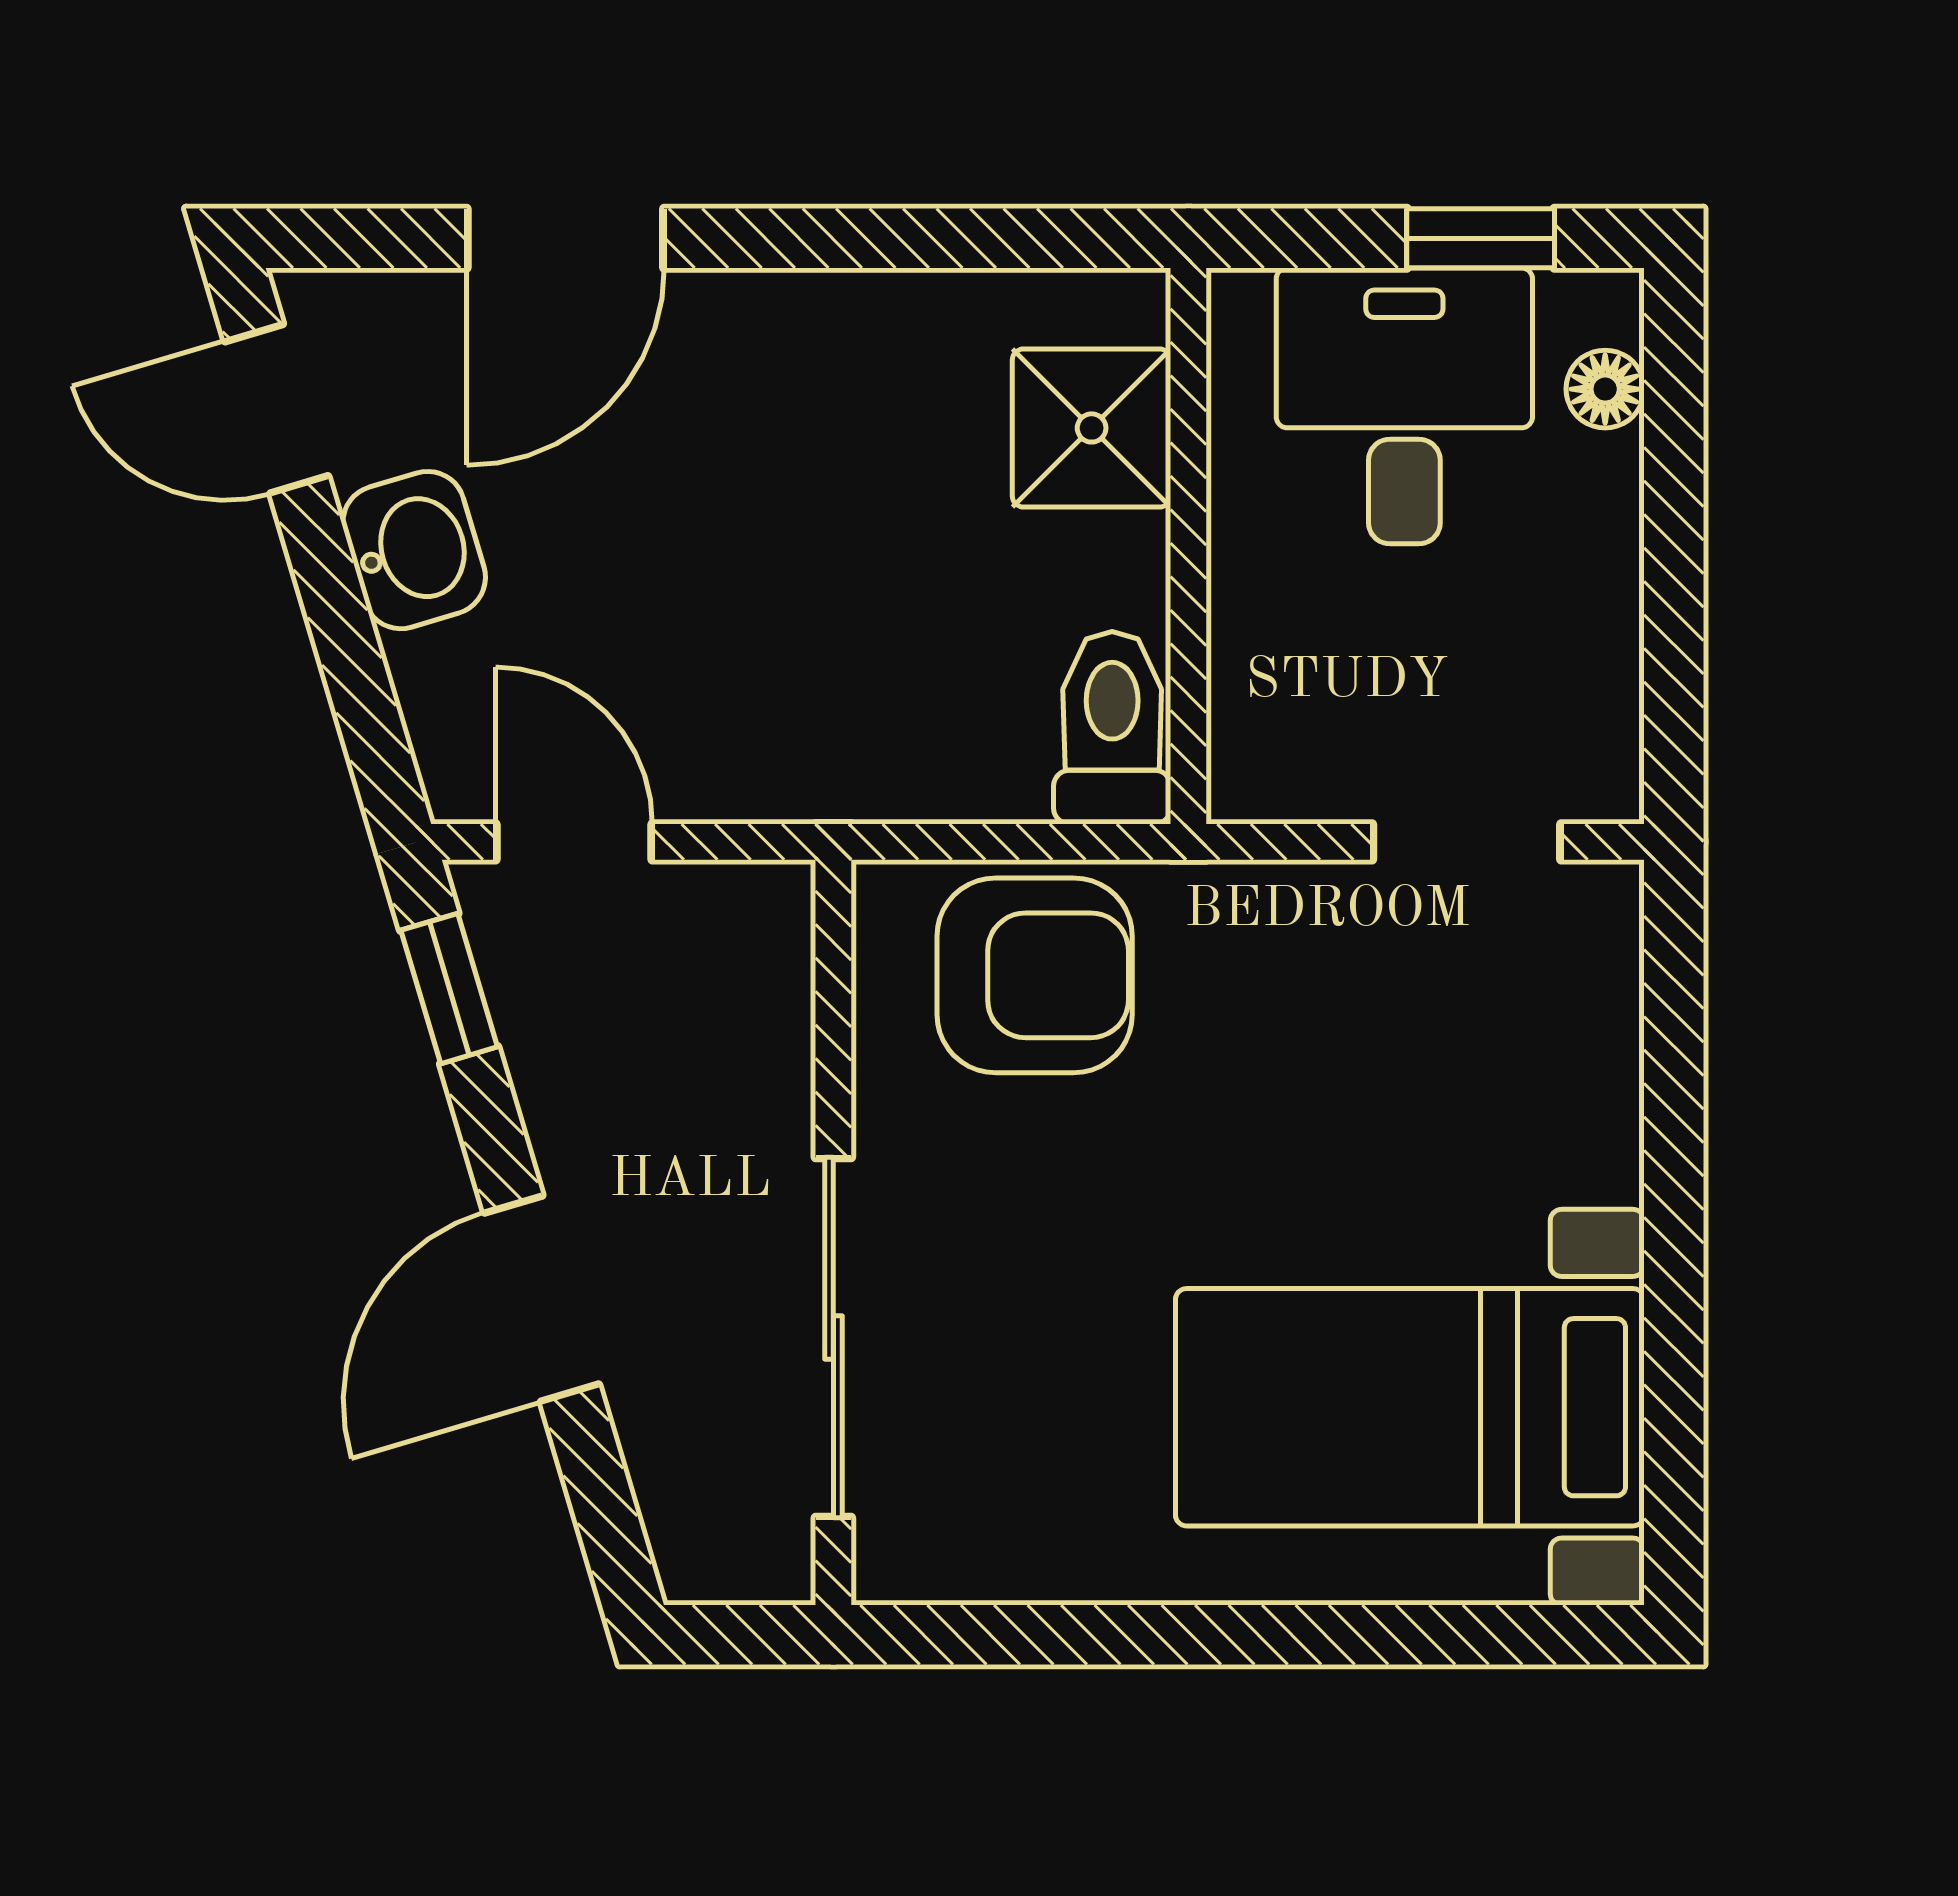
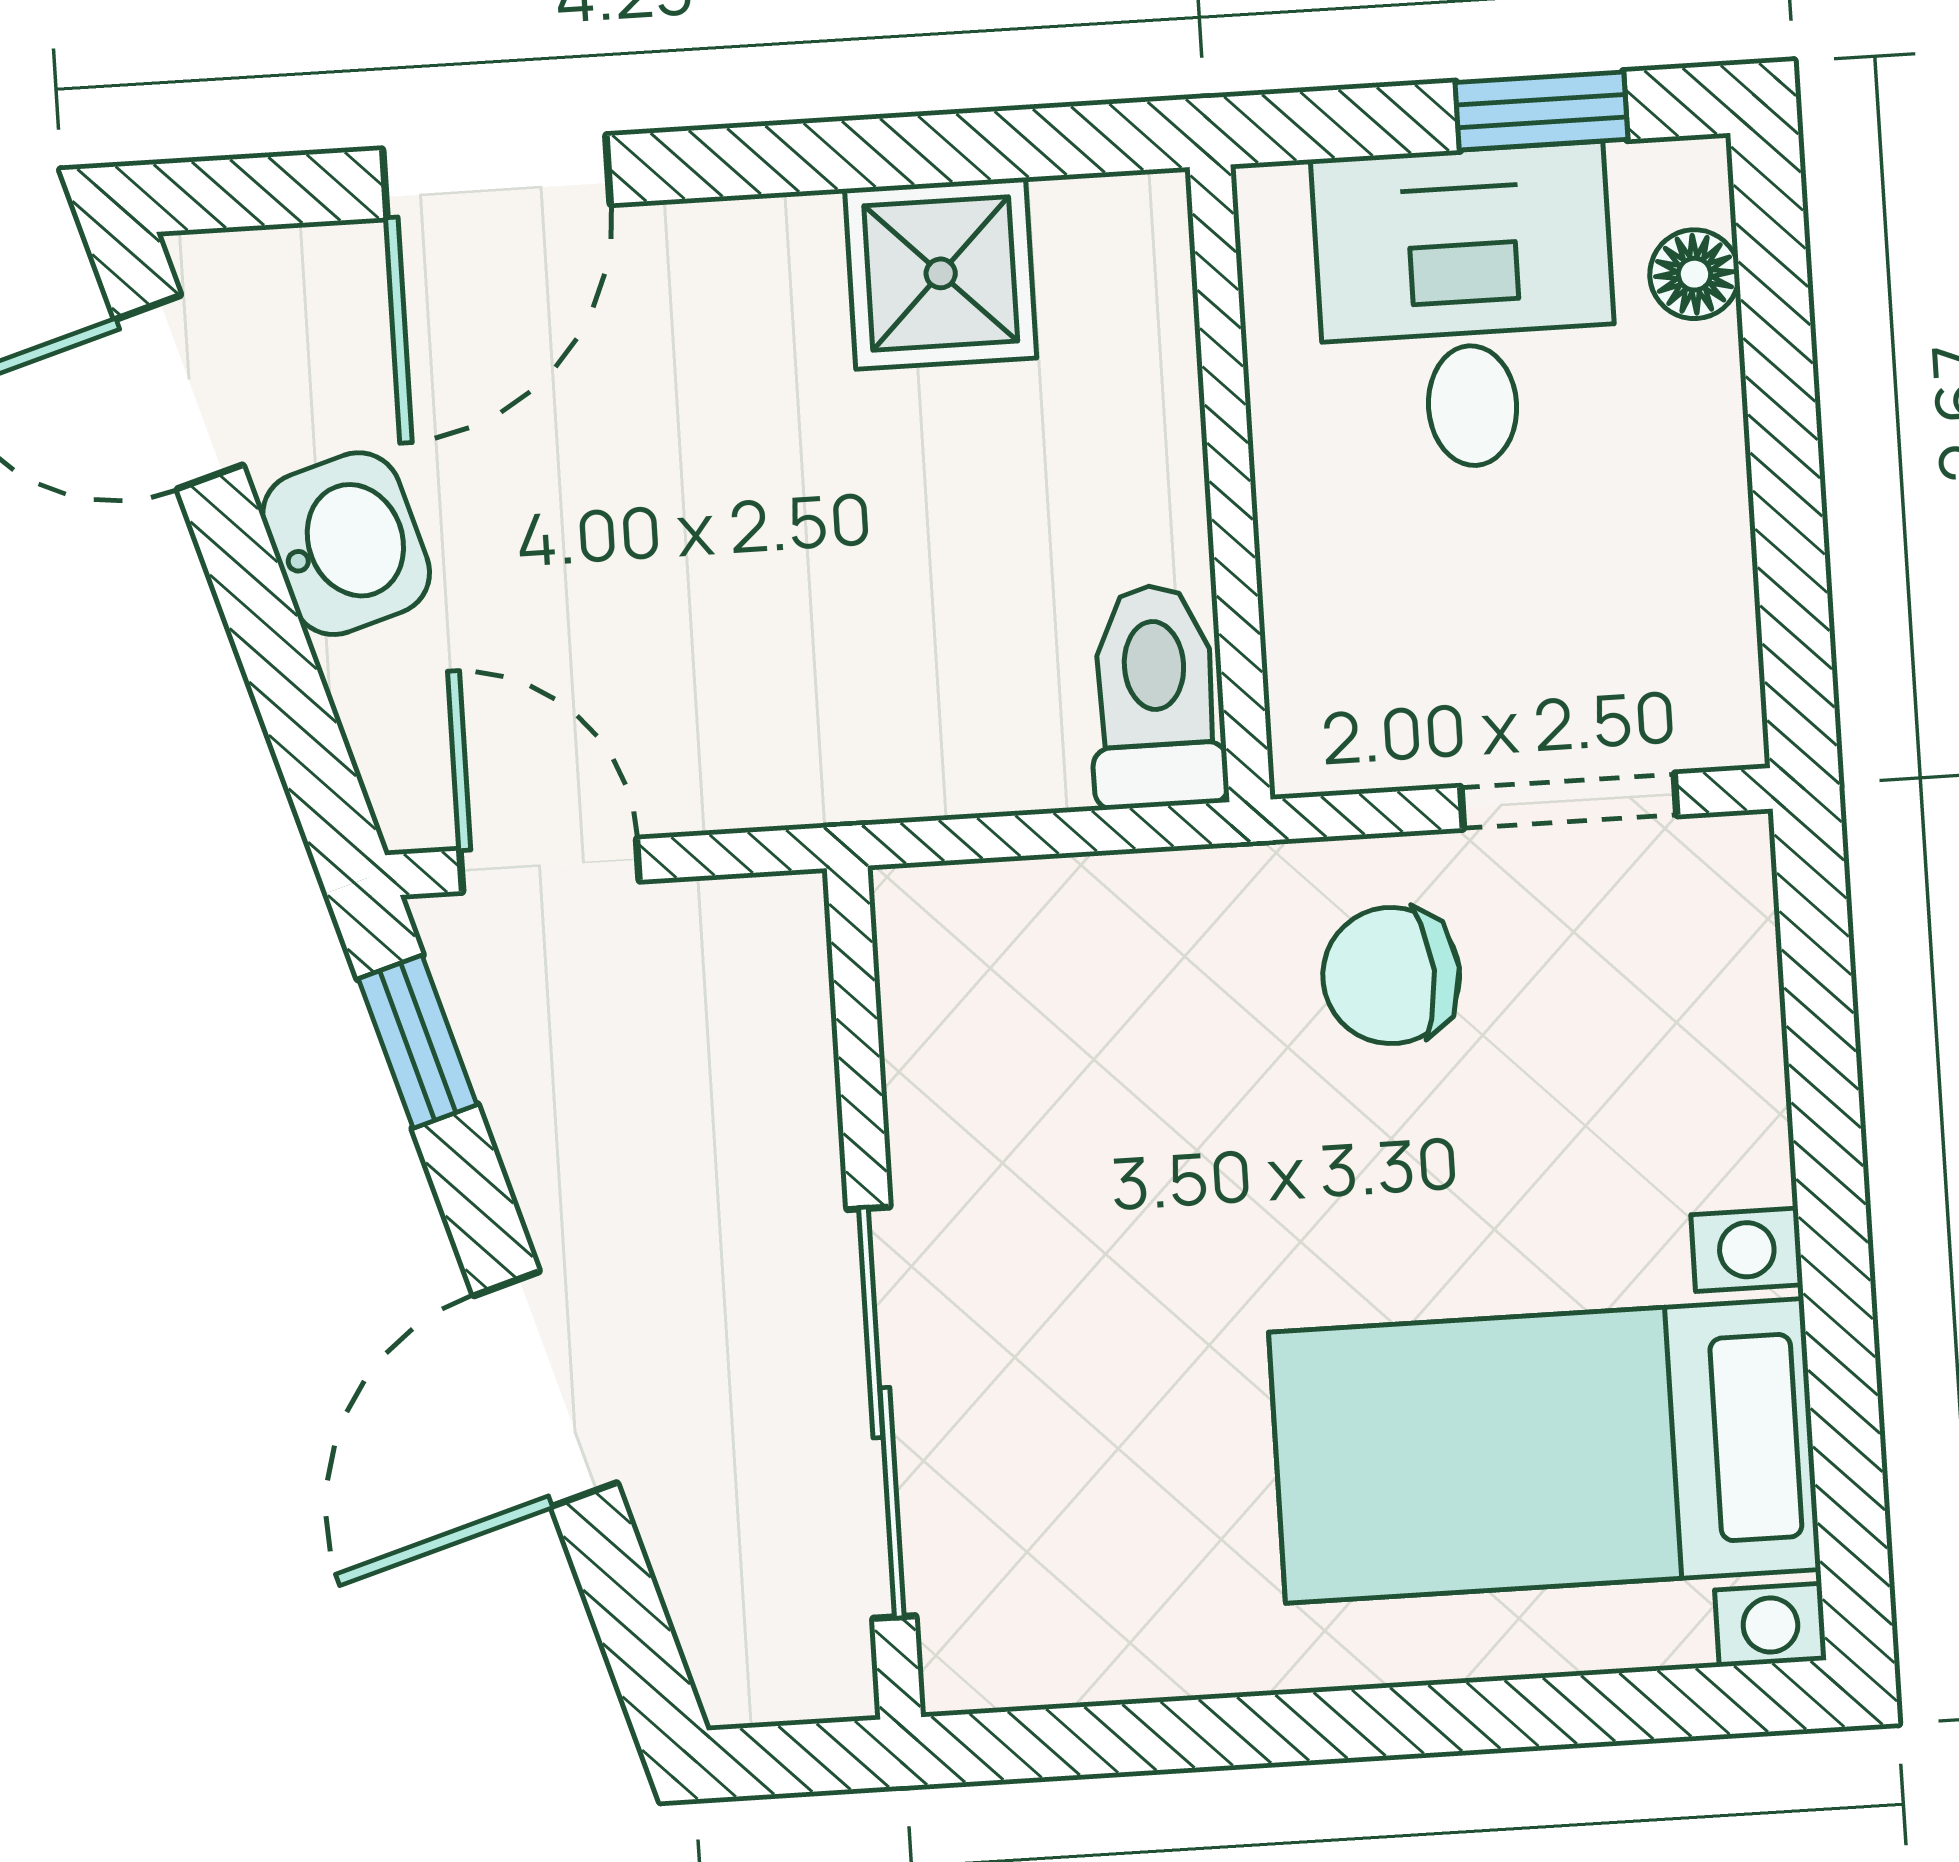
shower: (1092, 428) -> (941, 273), moved
armchair: (1035, 975) -> (1085, 985), removed
chair: (1302, 984) -> (1391, 976), added

